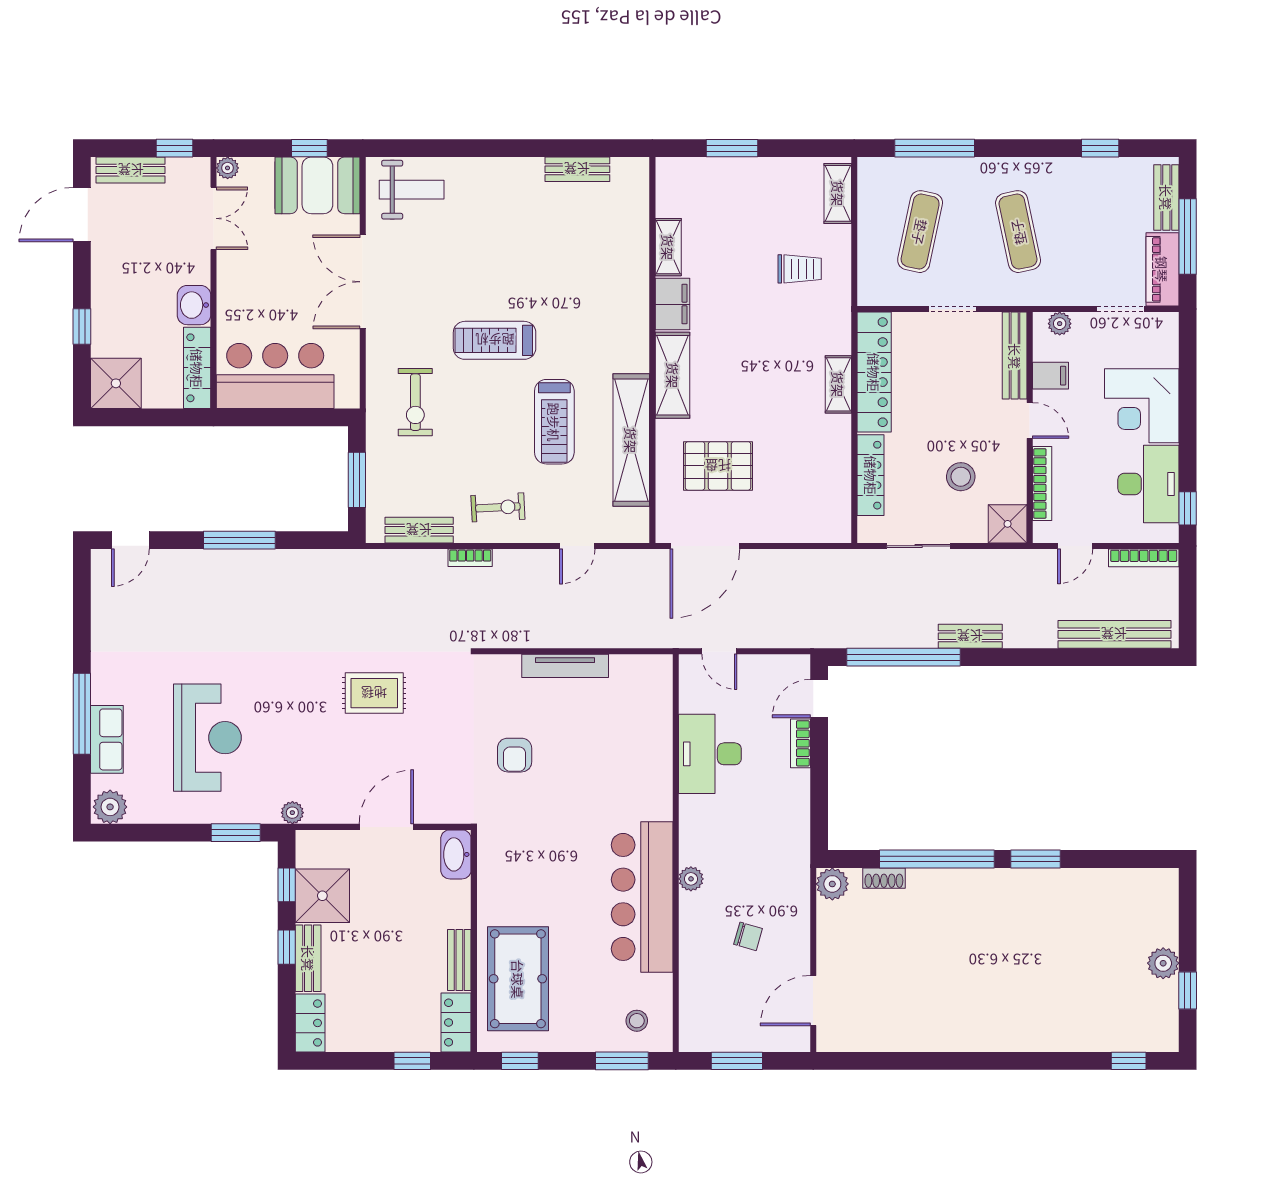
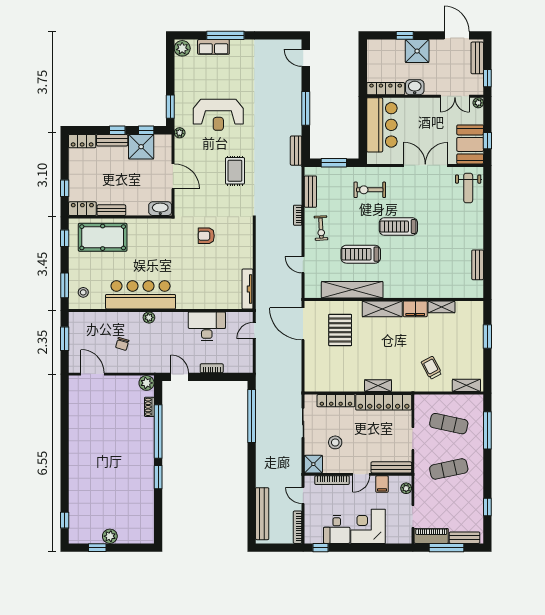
trolley: (800, 269) -> (431, 368), turned 152
treadmill: (495, 340) -> (398, 226), turned -90
shower: (116, 383) -> (417, 51), moved
desk: (1148, 484) -> (337, 529), width x0.73
bench: (970, 636) -> (296, 151), moved
tv unit: (565, 666) -> (248, 289), moved
door: (819, 699) -> (180, 377), moved
reception desk: (207, 738) -> (218, 115), moved

